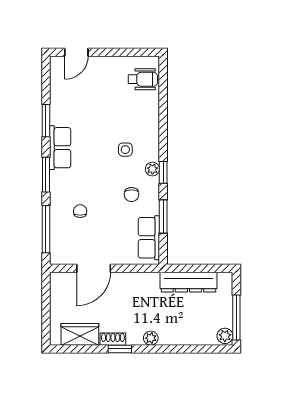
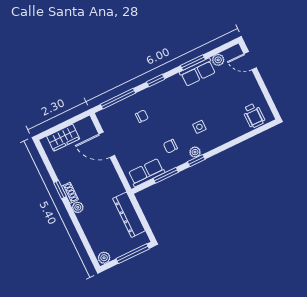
plant: (57, 89) -> (218, 60), added
row of seats: (60, 148) -> (198, 72), moved
window: (46, 175) -> (156, 80), width x0.67
window: (236, 318) -> (133, 254), moved
wardrobe: (80, 334) -> (63, 138), moved, turned 90
shoe rack: (113, 339) -> (70, 193), moved

